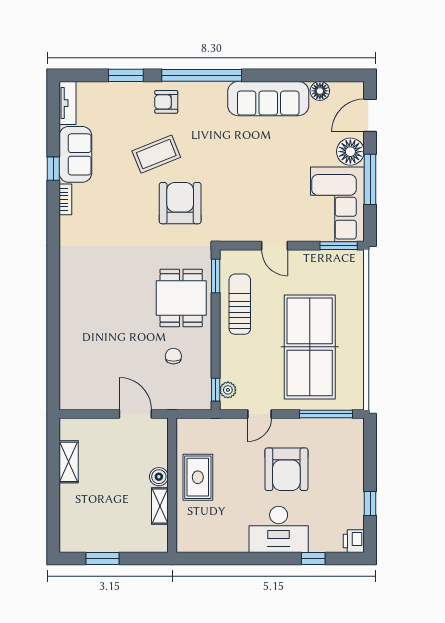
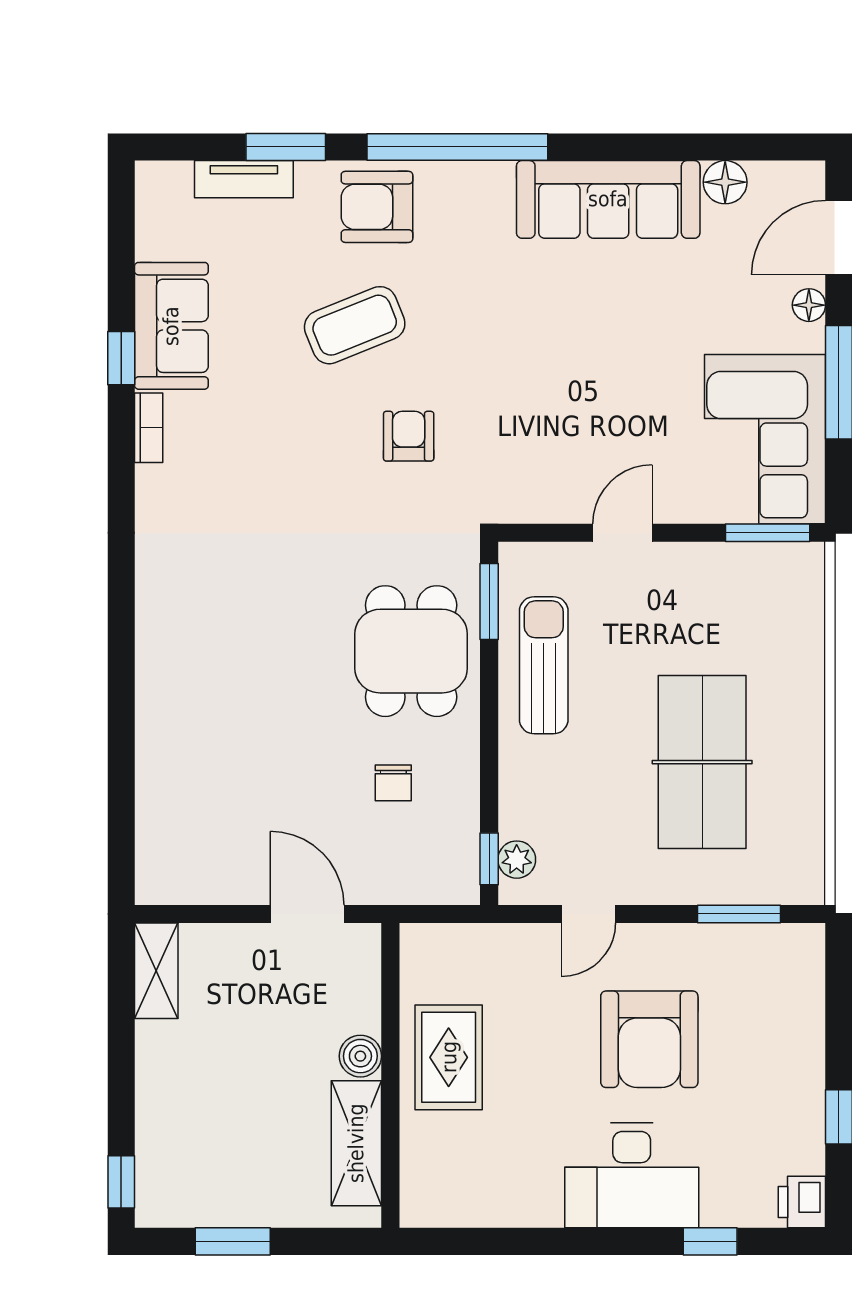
armchair: (166, 102) -> (377, 207), width x1.38, depth x1.38
tv unit: (68, 103) -> (244, 179), moved, turned 90
floor lamp: (350, 152) -> (809, 305), width x0.53, depth x0.53
armchair: (180, 203) -> (409, 436), width x0.53, depth x0.53
door: (275, 246) -> (623, 533), swing flipped
table tennis table: (310, 347) -> (702, 762), width x0.73, depth x0.76
chair: (173, 356) -> (393, 783), turned 180
window: (326, 414) -> (739, 914), width x0.69
shelving: (69, 462) -> (156, 971), moved
shelving: (160, 506) -> (356, 1143), width x1.50, depth x1.33
window: (53, 532) -> (121, 1182), added

